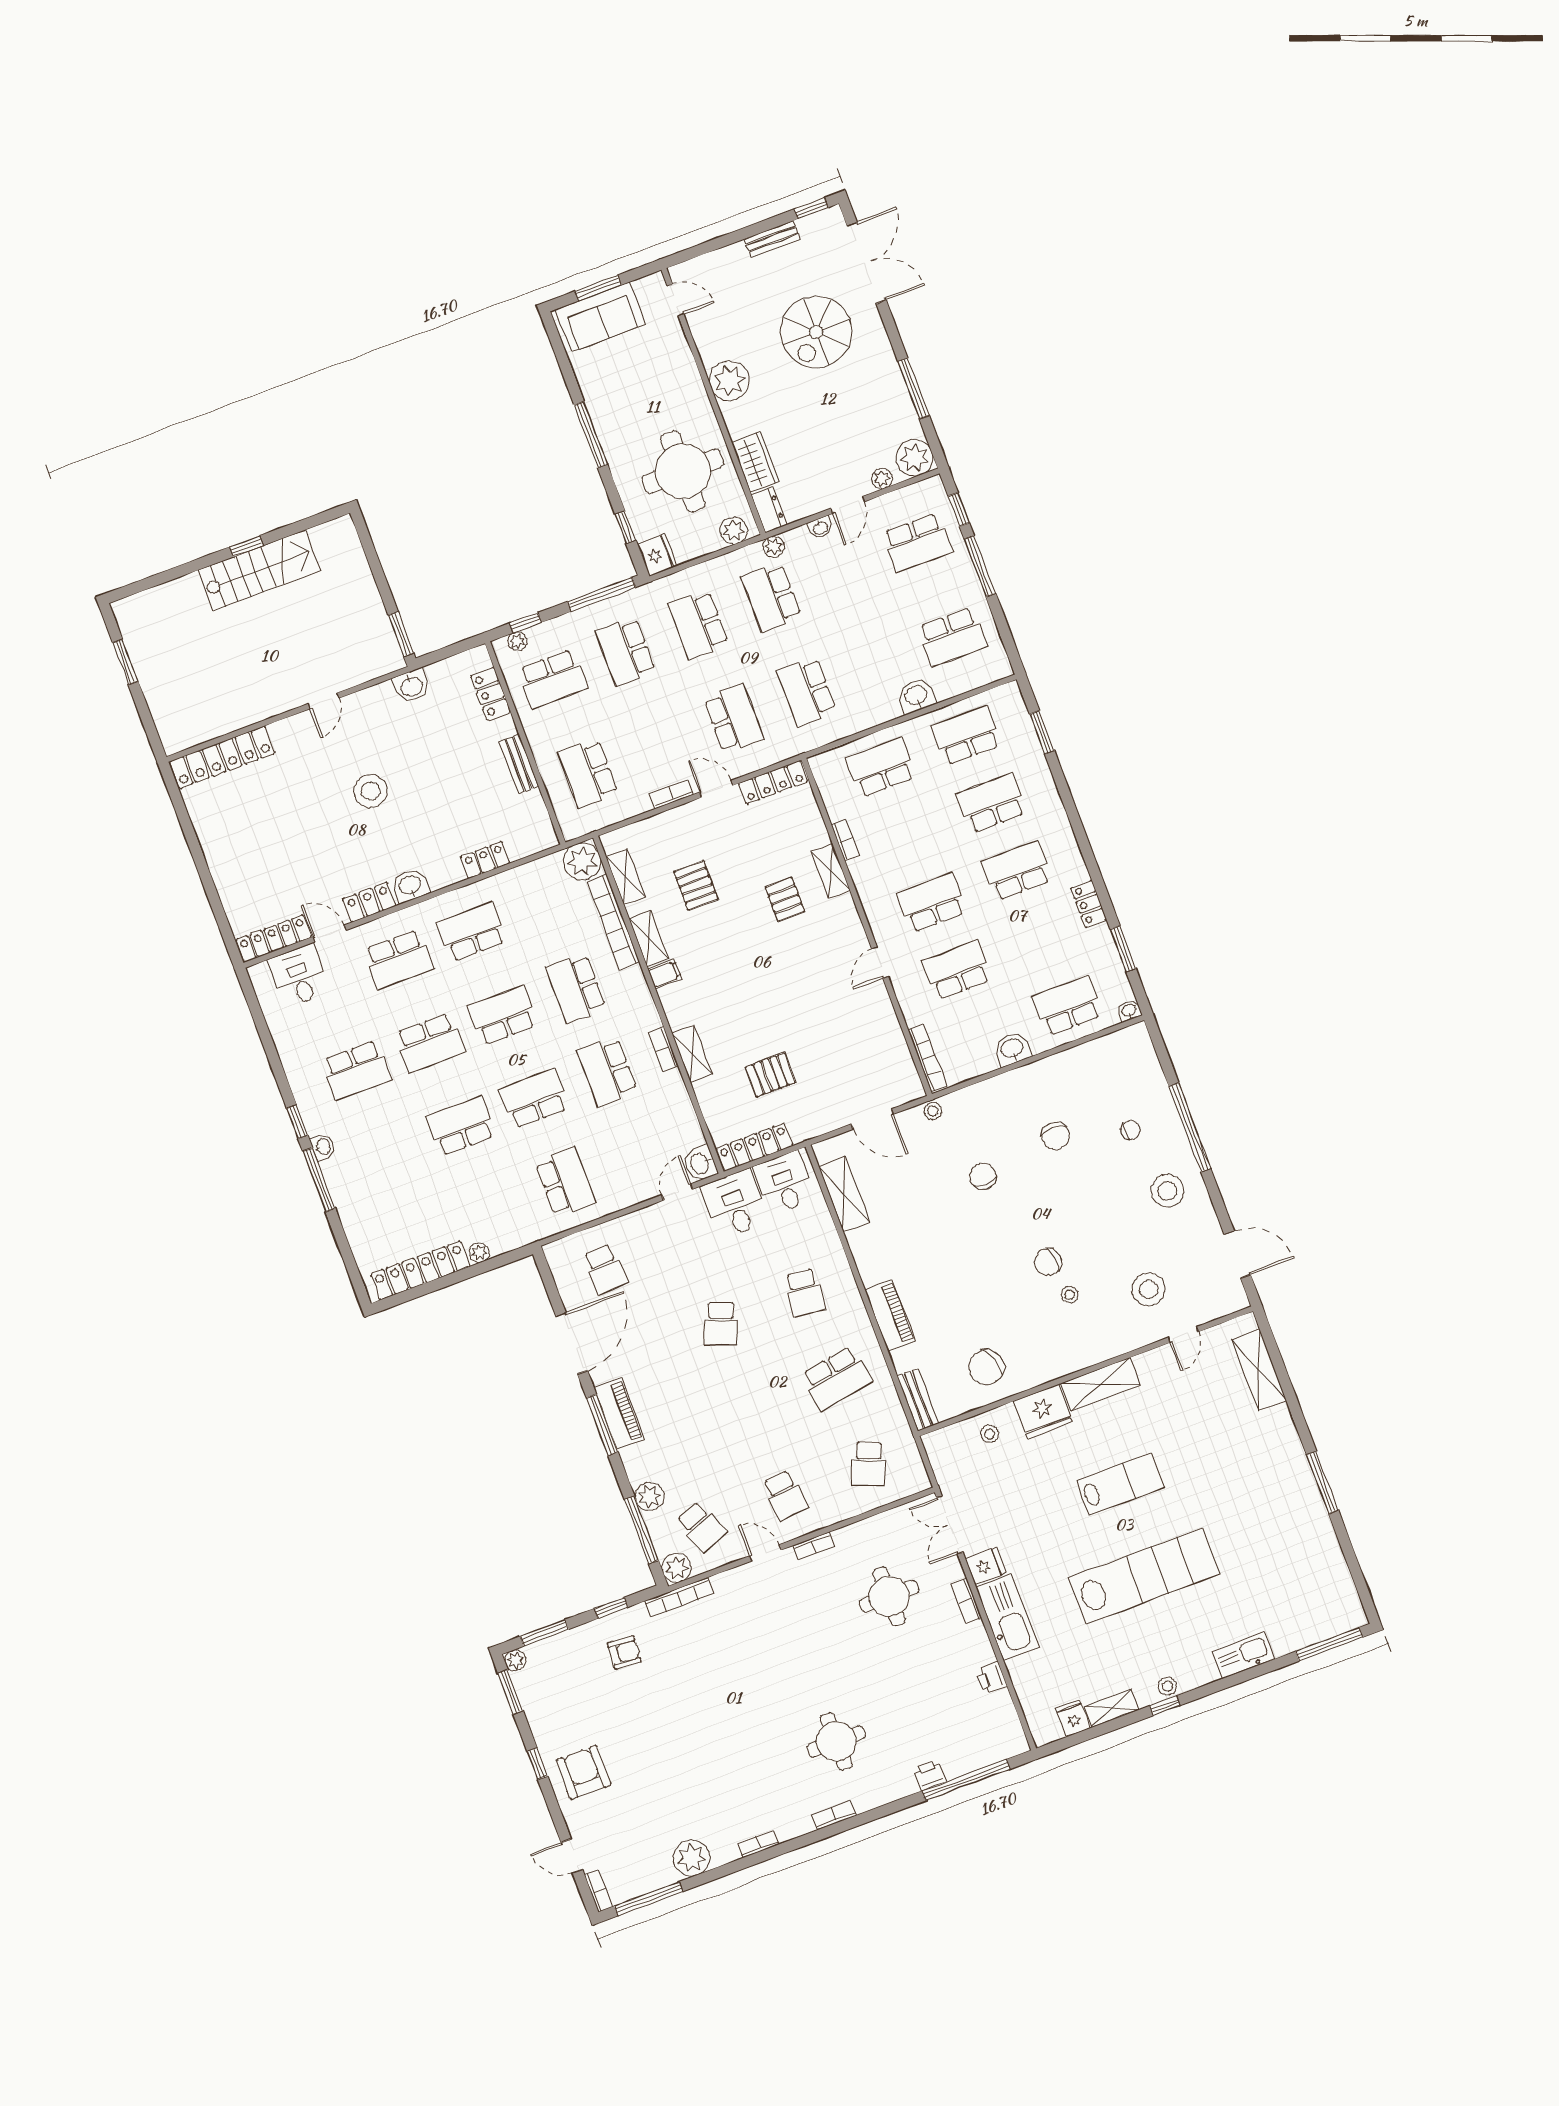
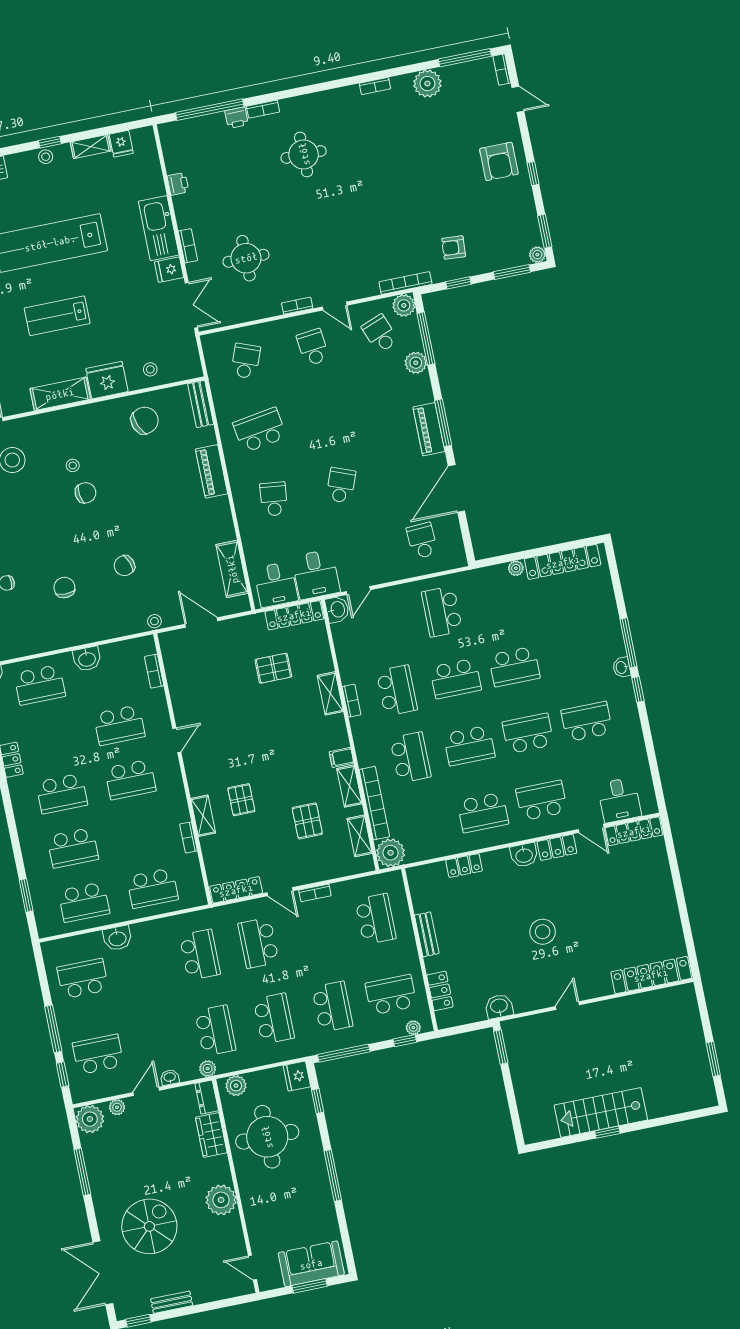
bookcase: (927, 1058) -> (154, 671), width x0.64
chair: (983, 1176) -> (124, 566), turned 70
bookcase: (834, 1815) -> (263, 109), moved

